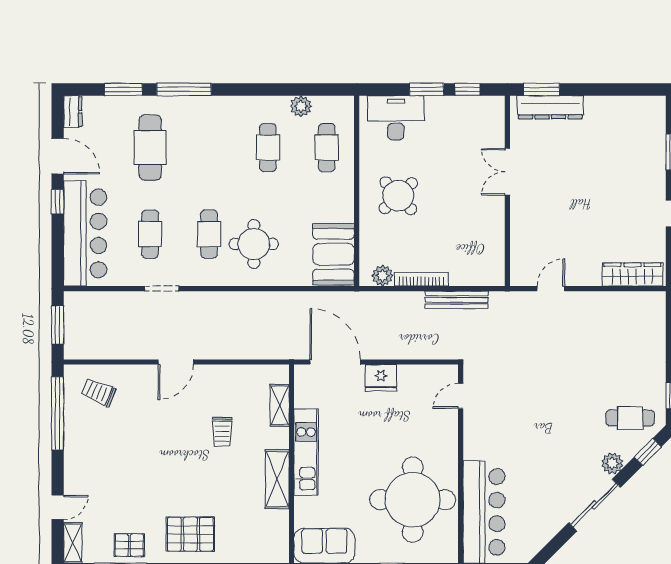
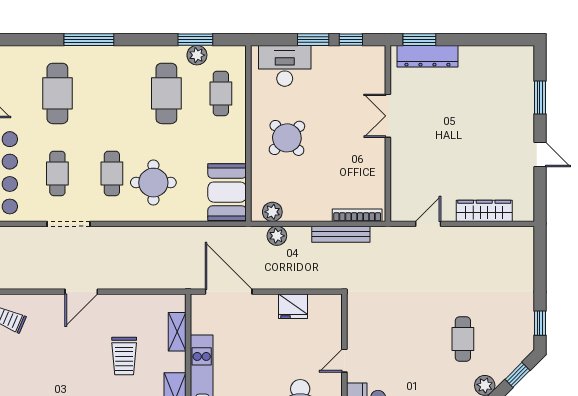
window: (123, 89) -> (195, 40), moved
cafe table: (268, 148) -> (166, 93), width x1.37, depth x1.35
wardrobe: (632, 275) -> (484, 211), moved
bookcase: (421, 279) -> (357, 215), moved
doorway: (162, 289) -> (68, 224), width x1.38
plant: (387, 302) -> (277, 236), added
fridge: (381, 378) -> (293, 306), moved
door: (461, 396) -> (344, 361), moved
cafe table: (630, 418) -> (463, 339), moved, turned 90
trolley: (222, 432) -> (124, 356), width x1.36, depth x1.39

